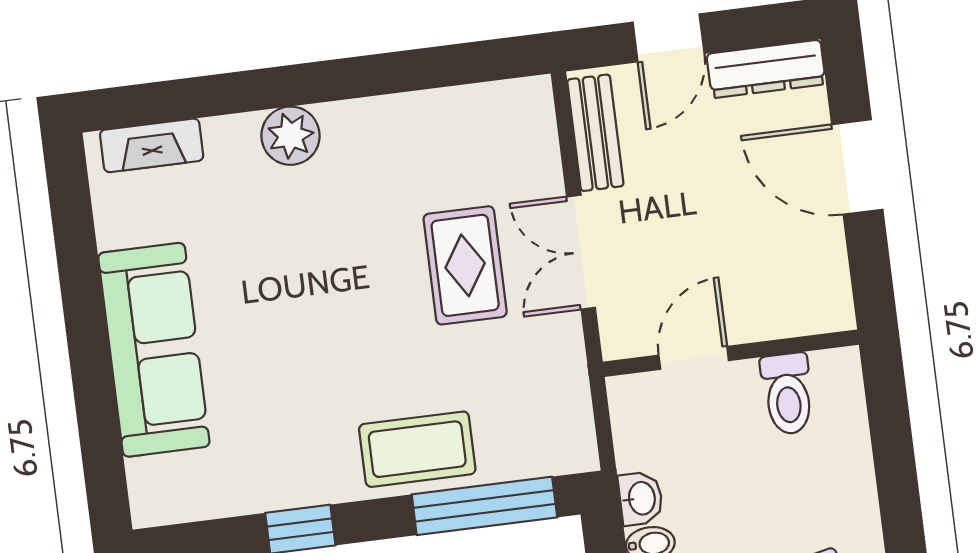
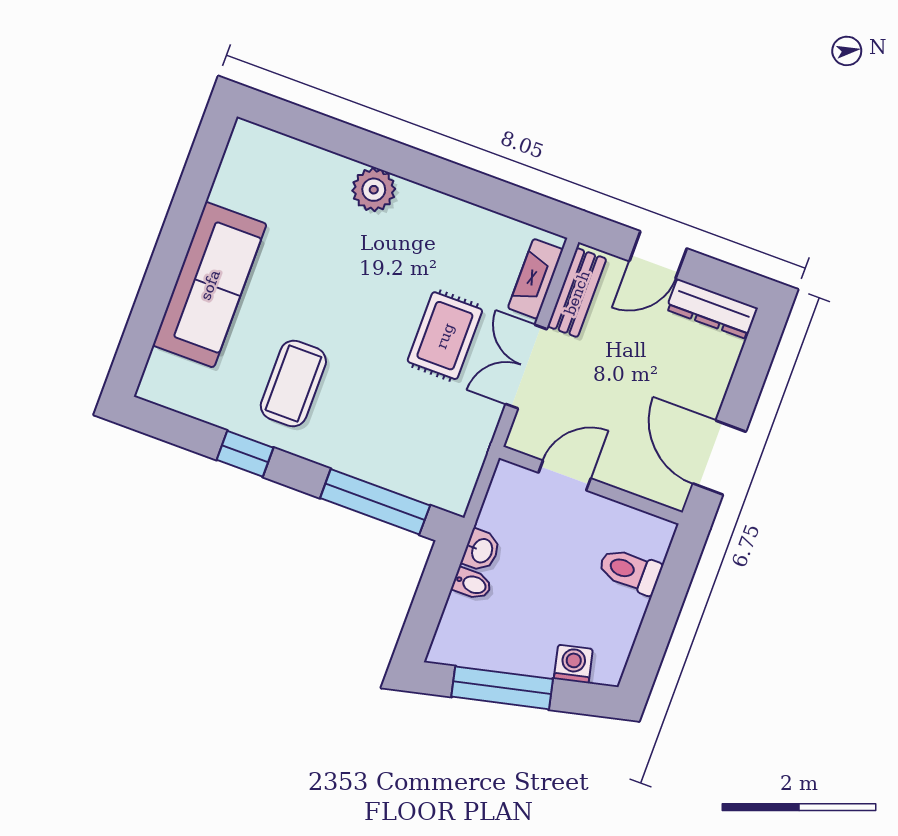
fireplace: (152, 145) -> (535, 279), moved, turned 90
door: (857, 167) -> (719, 458), moved
toilet: (787, 394) -> (630, 571), moved, turned 90
coffee table: (417, 449) -> (293, 383), moved, turned 90

